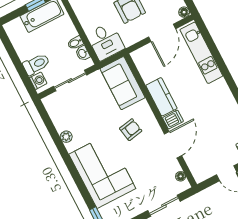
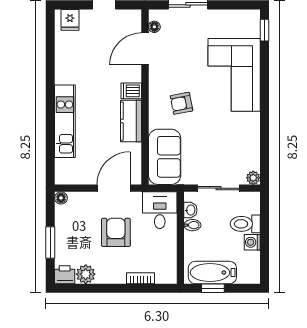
door: (162, 33) -> (114, 188), moved
kitchen unit: (201, 53) -> (65, 121), moved
washing machine: (38, 81) -> (252, 242), moved
plant: (66, 137) -> (253, 178), moved
door: (173, 145) -> (145, 49), moved

